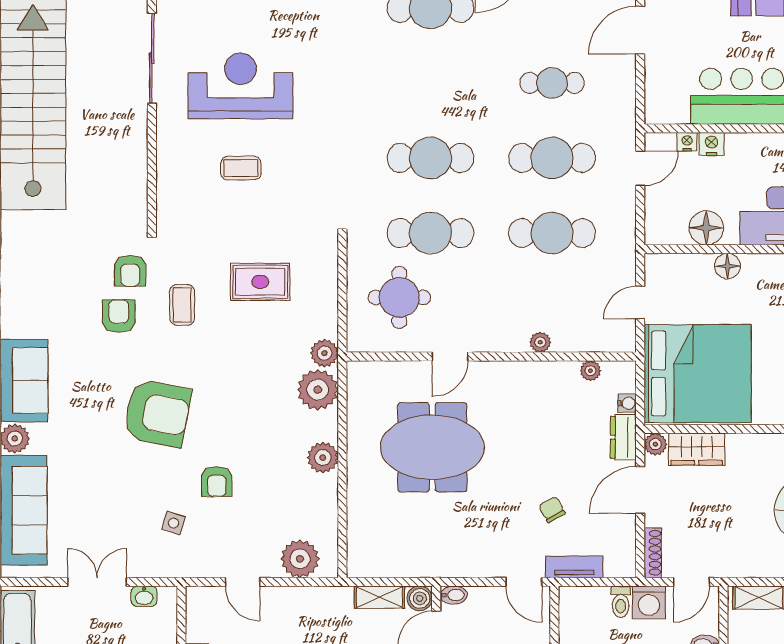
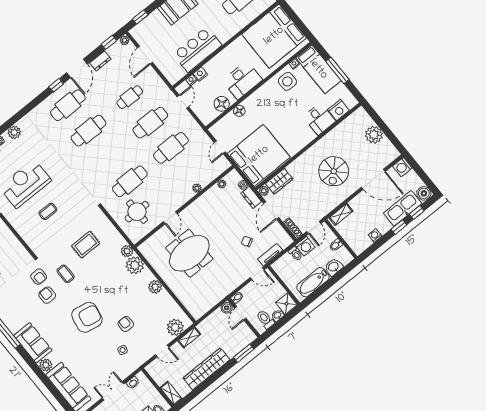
cafe table: (430, 158) -> (89, 131), moved
armchair: (217, 481) -> (126, 324), turned 180
shelving: (379, 597) -> (189, 337), moved

